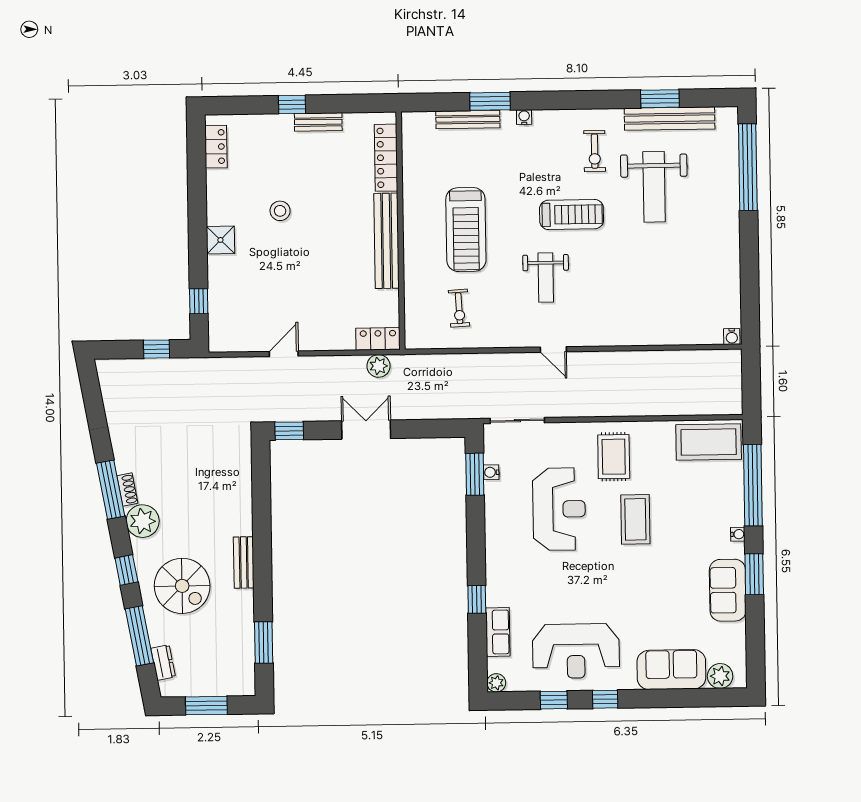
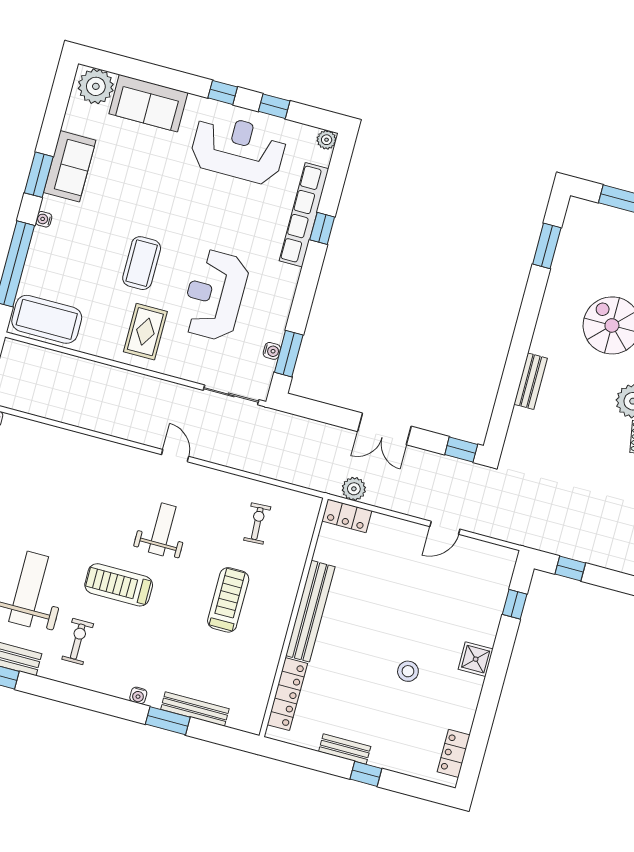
treadmill: (466, 230) -> (228, 600), width x0.73, depth x0.73
bench: (244, 562) -> (531, 381), moved
row of seats: (498, 632) -> (304, 215), width x2.02
plant: (720, 676) -> (96, 86), width x1.36, depth x1.36

